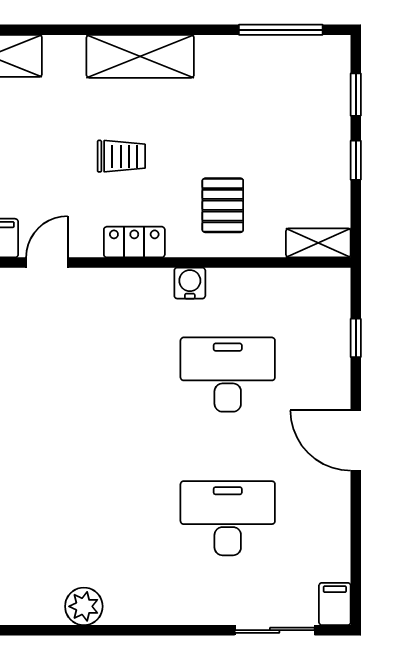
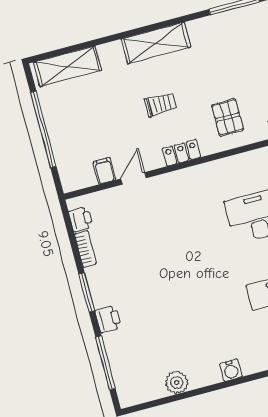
water cooler: (190, 283) -> (231, 370), moved, turned 180
plant: (84, 606) -> (177, 382), moved

